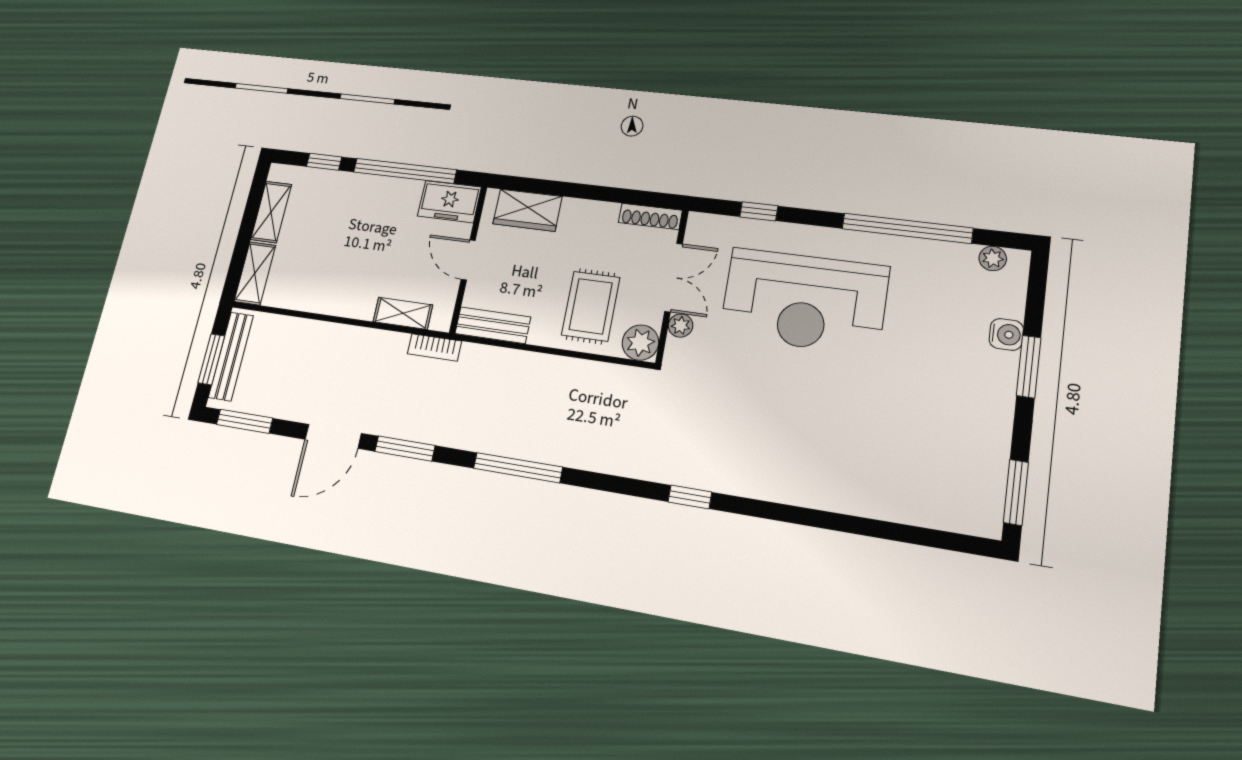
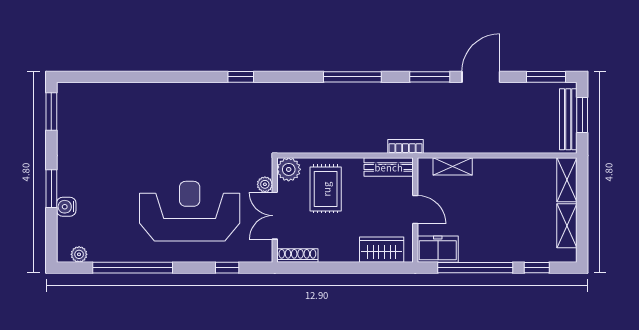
bookcase: (434, 347) -> (405, 146), moved

